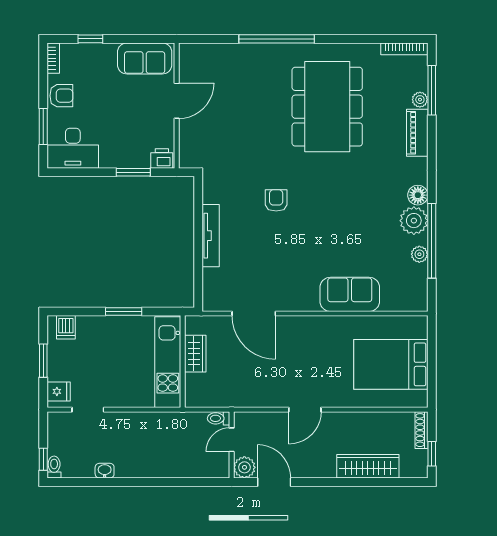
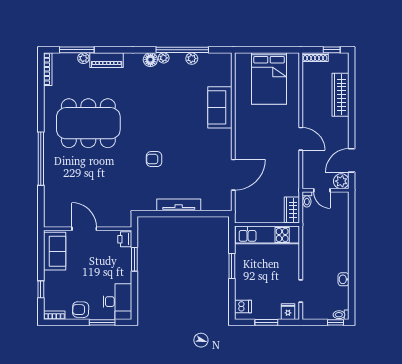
armchair: (61, 96) -> (81, 310), turned -88
plant: (414, 221) -> (164, 58), width x0.53, depth x0.53
wardrobe: (195, 354) -> (292, 210), moved, turned -90

